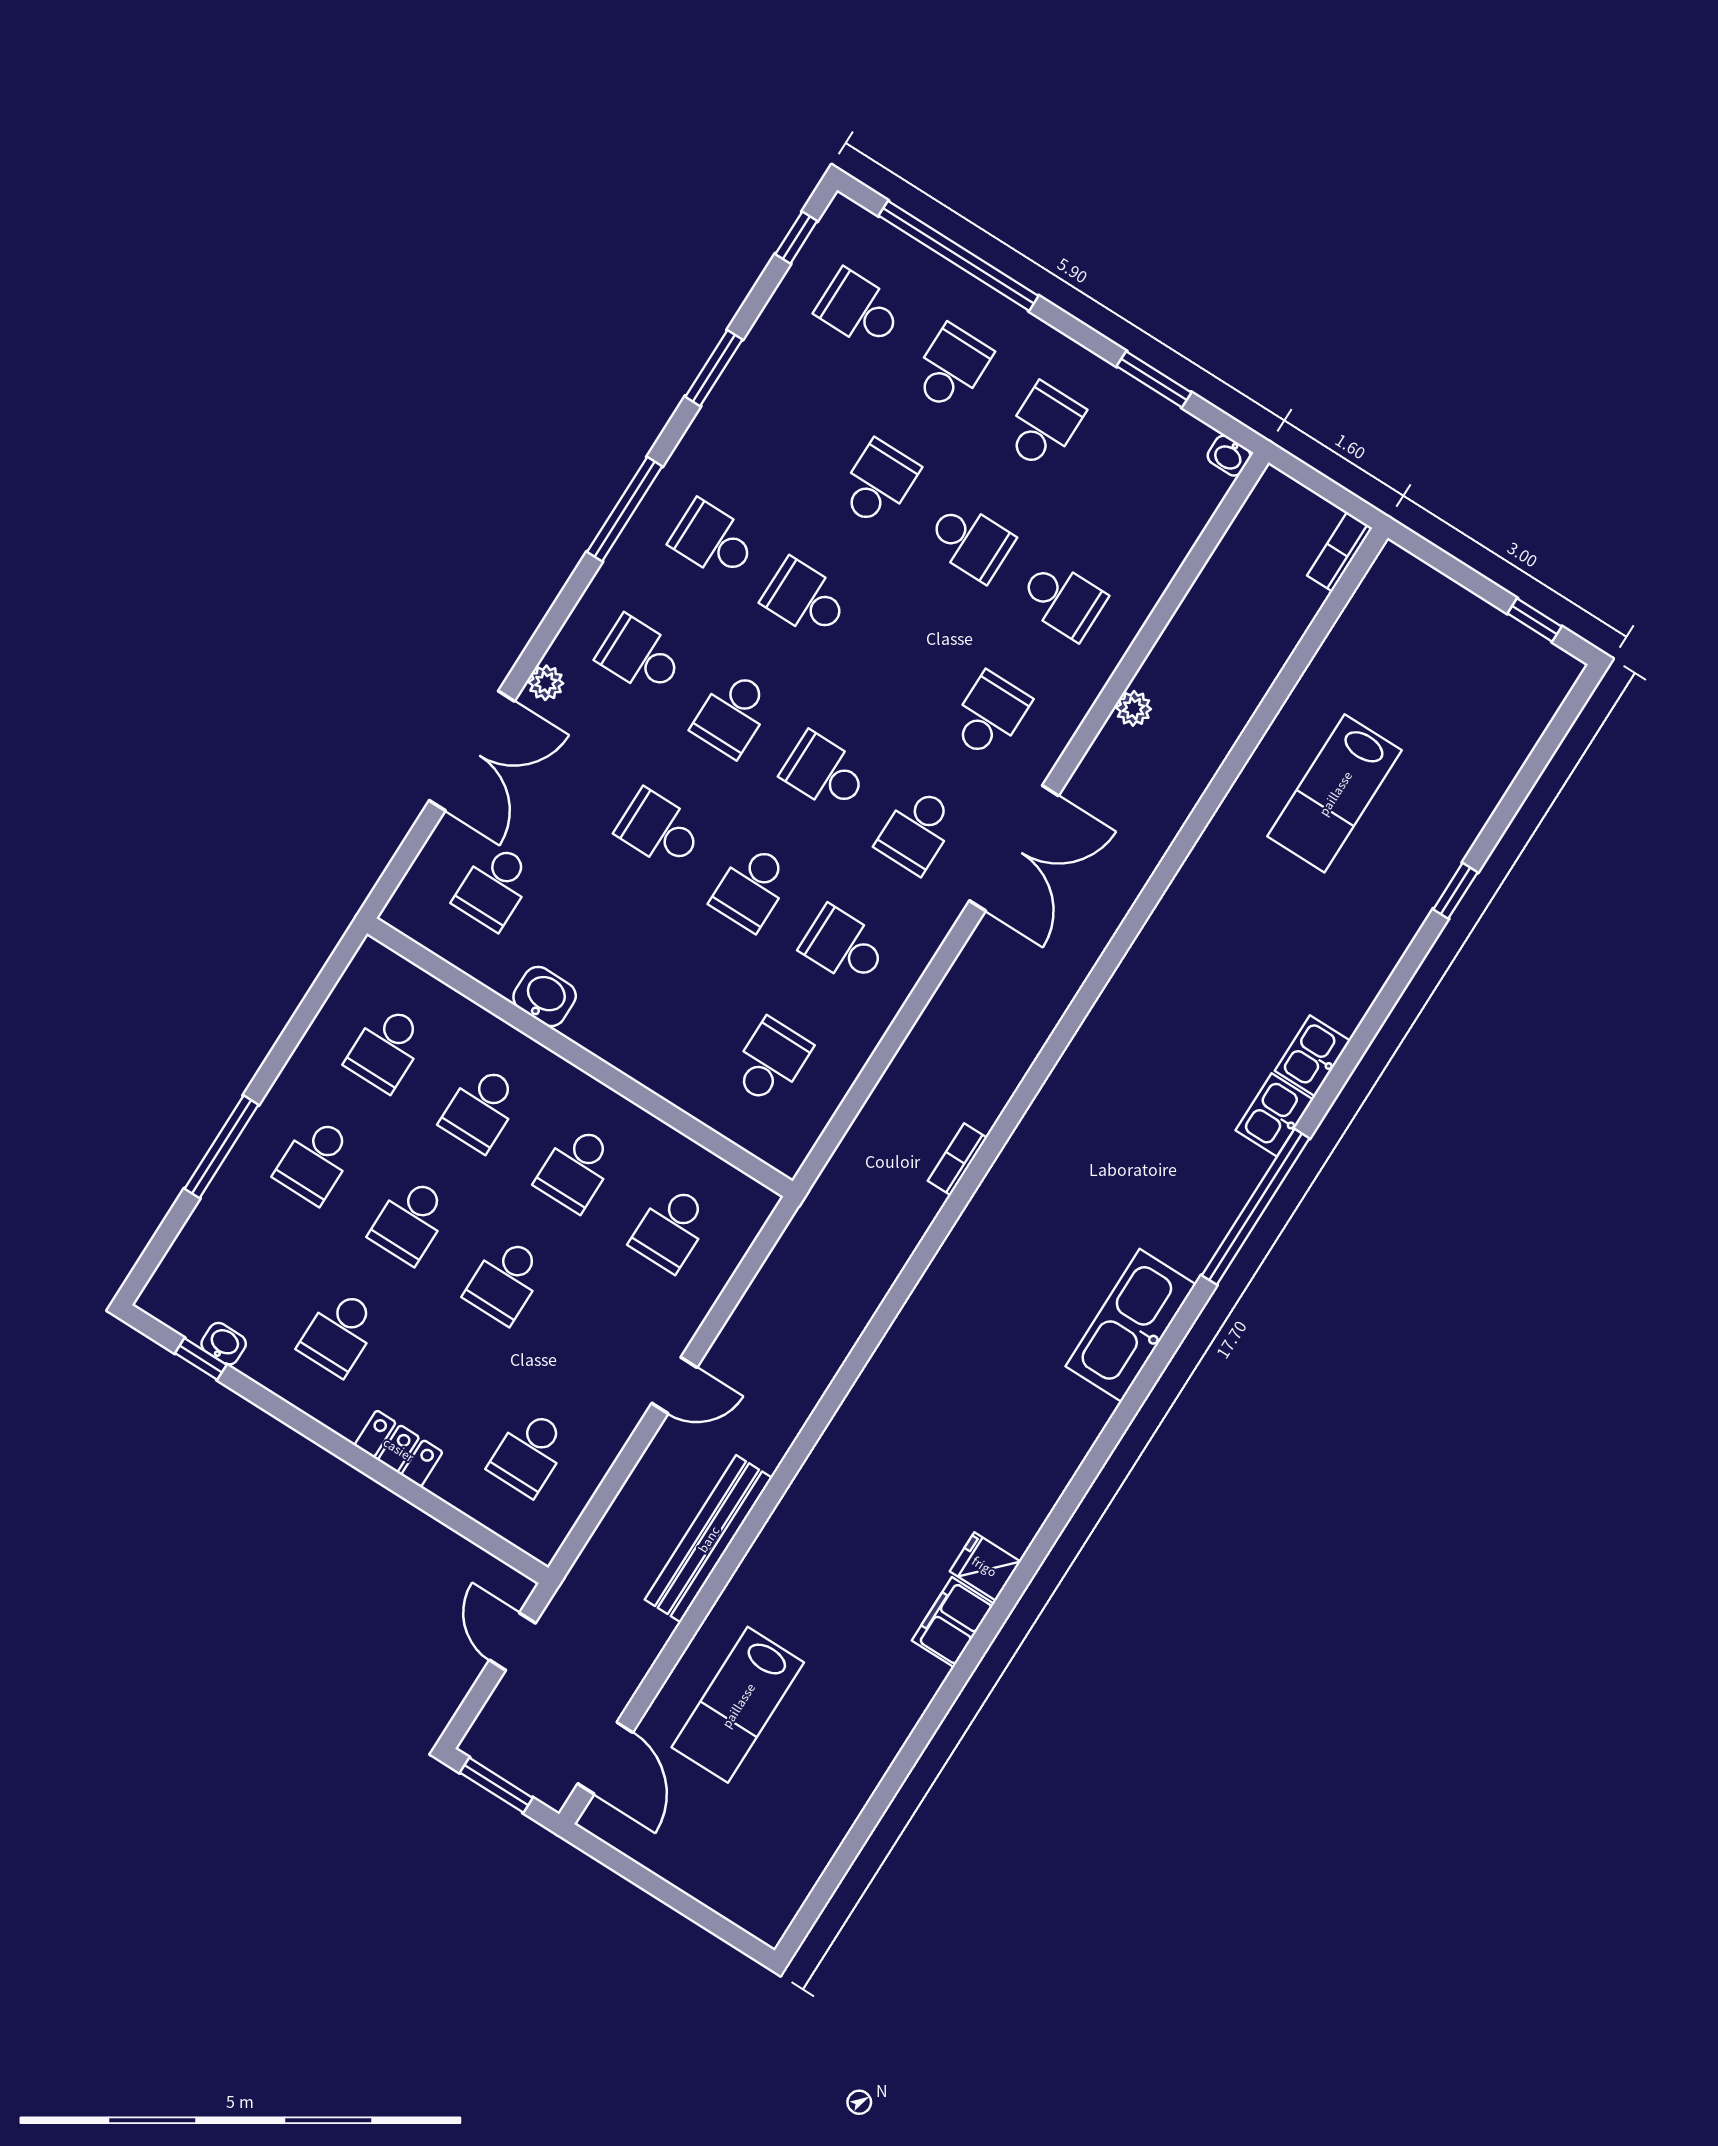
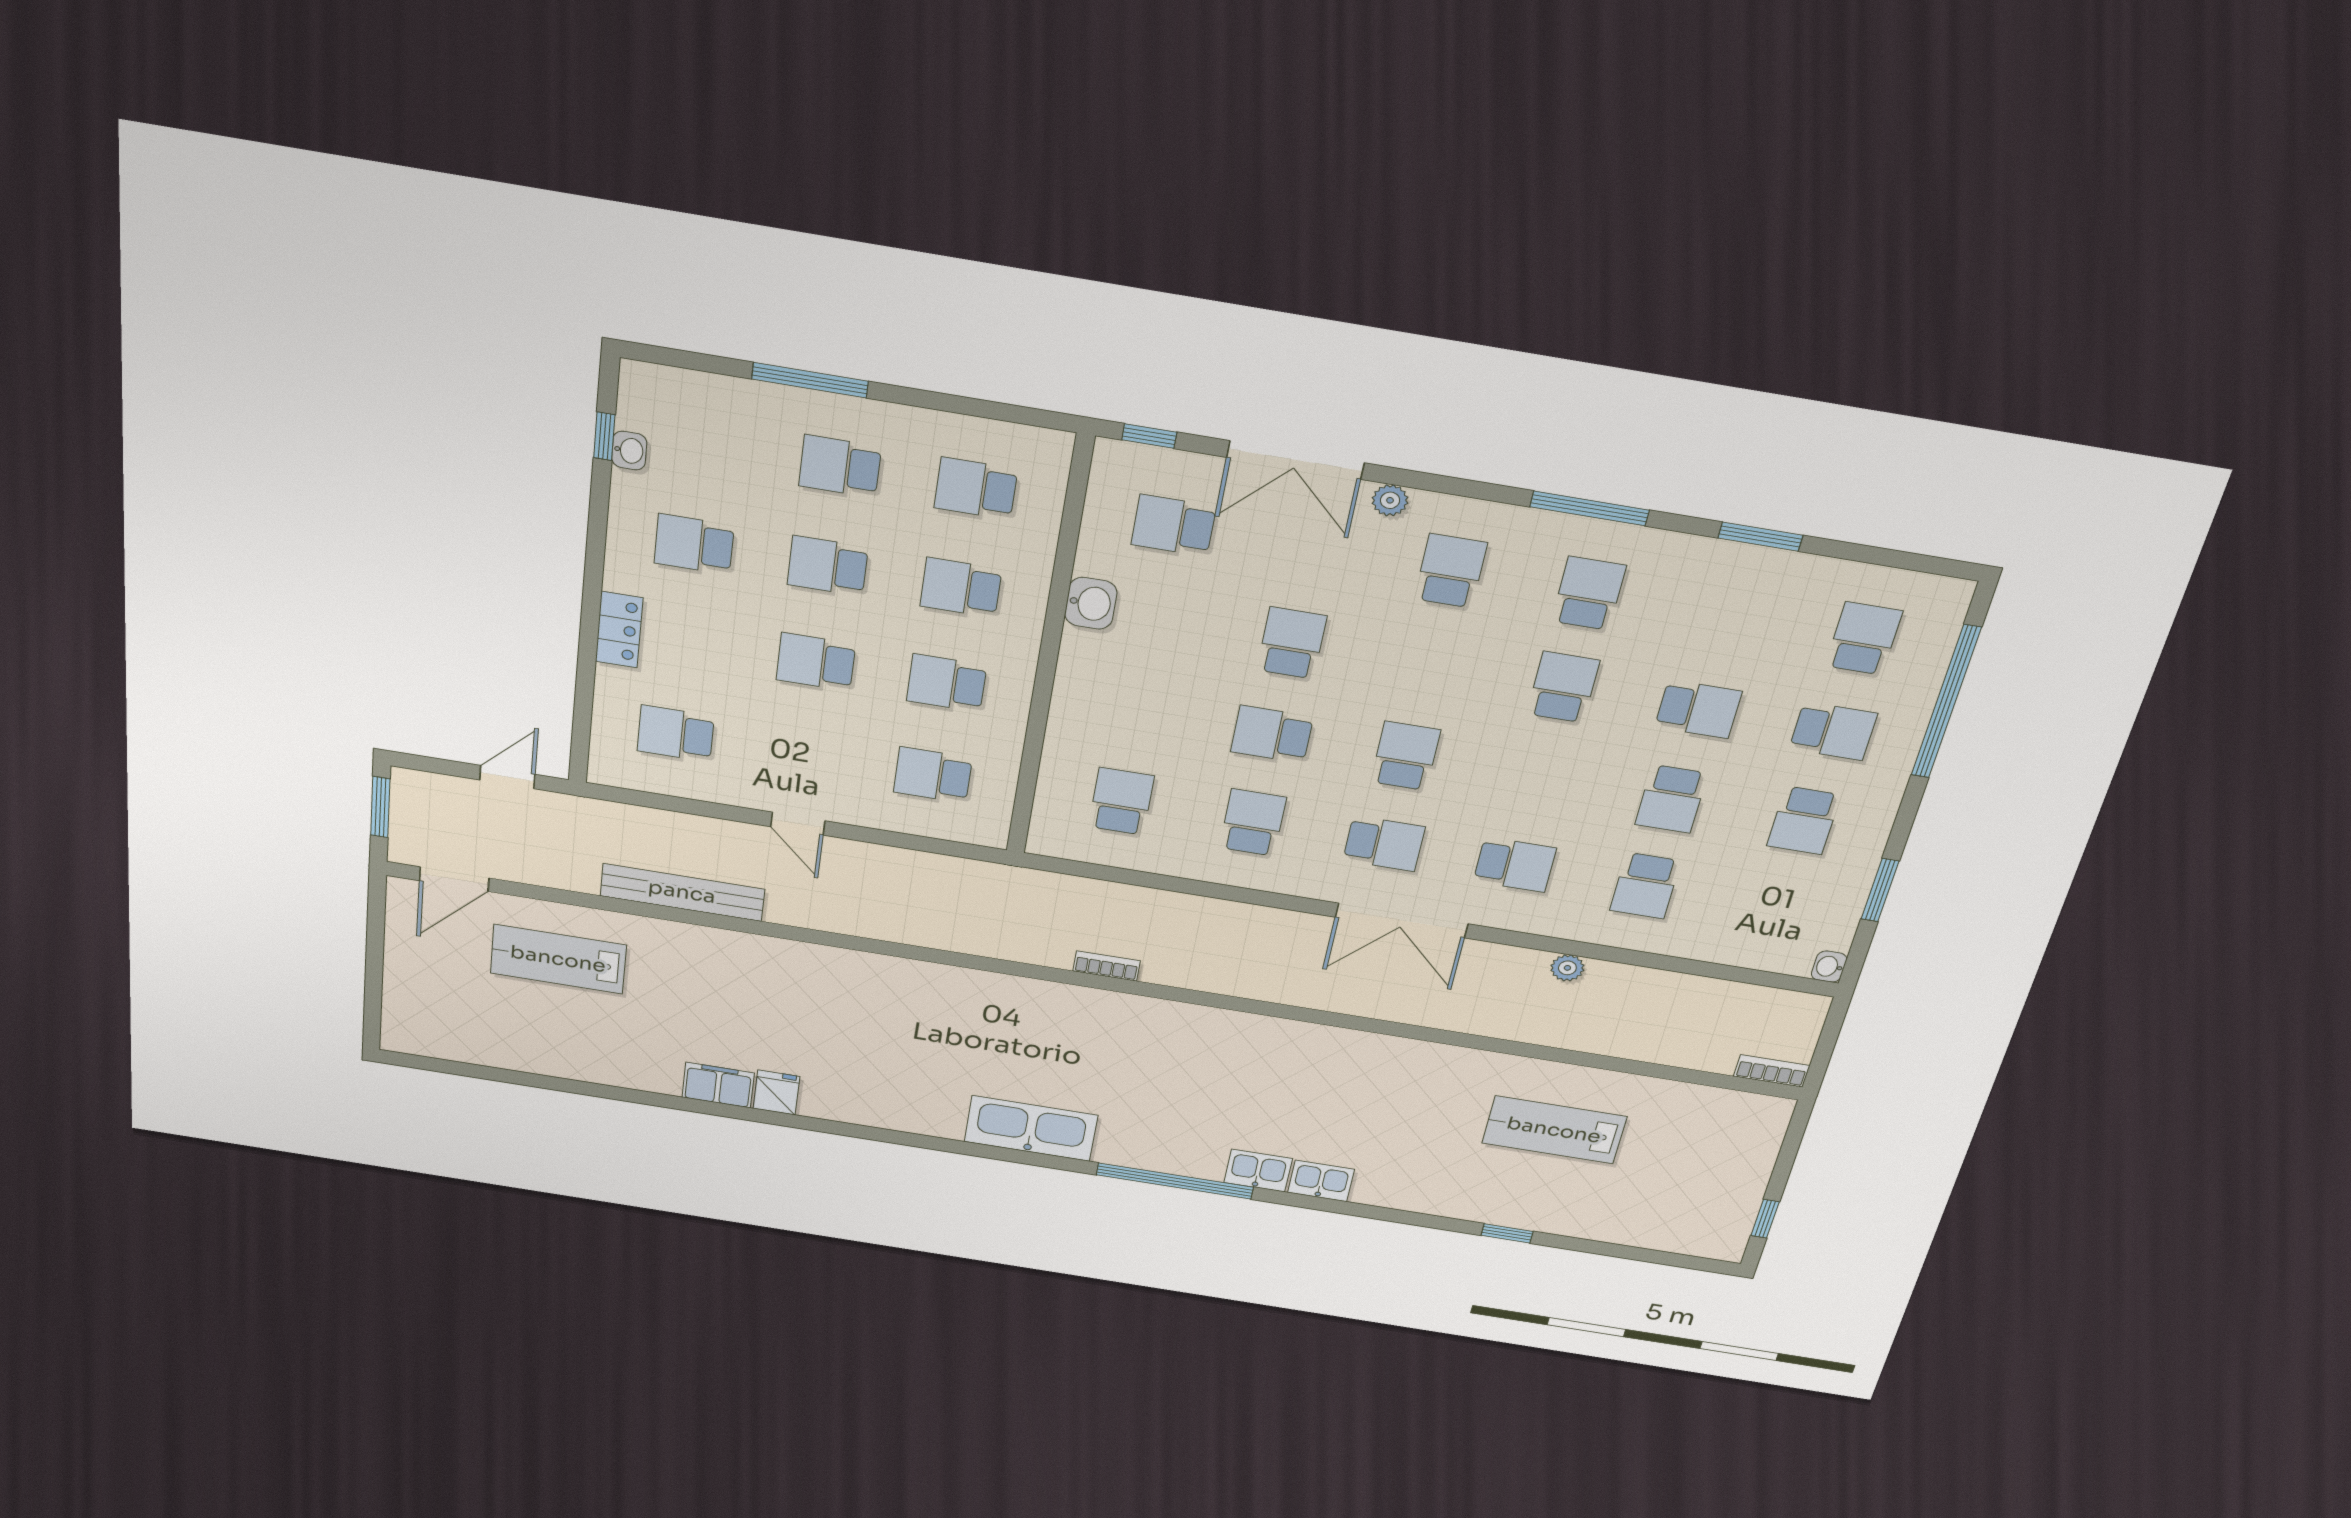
window: (796, 238) -> (1149, 436), moved
school desk: (1044, 426) -> (1804, 820), turned 90
school desk: (732, 714) -> (1428, 665), removed
school desk: (917, 831) -> (1384, 844), turned 180
school desk: (771, 1062) -> (1121, 801), turned -90

